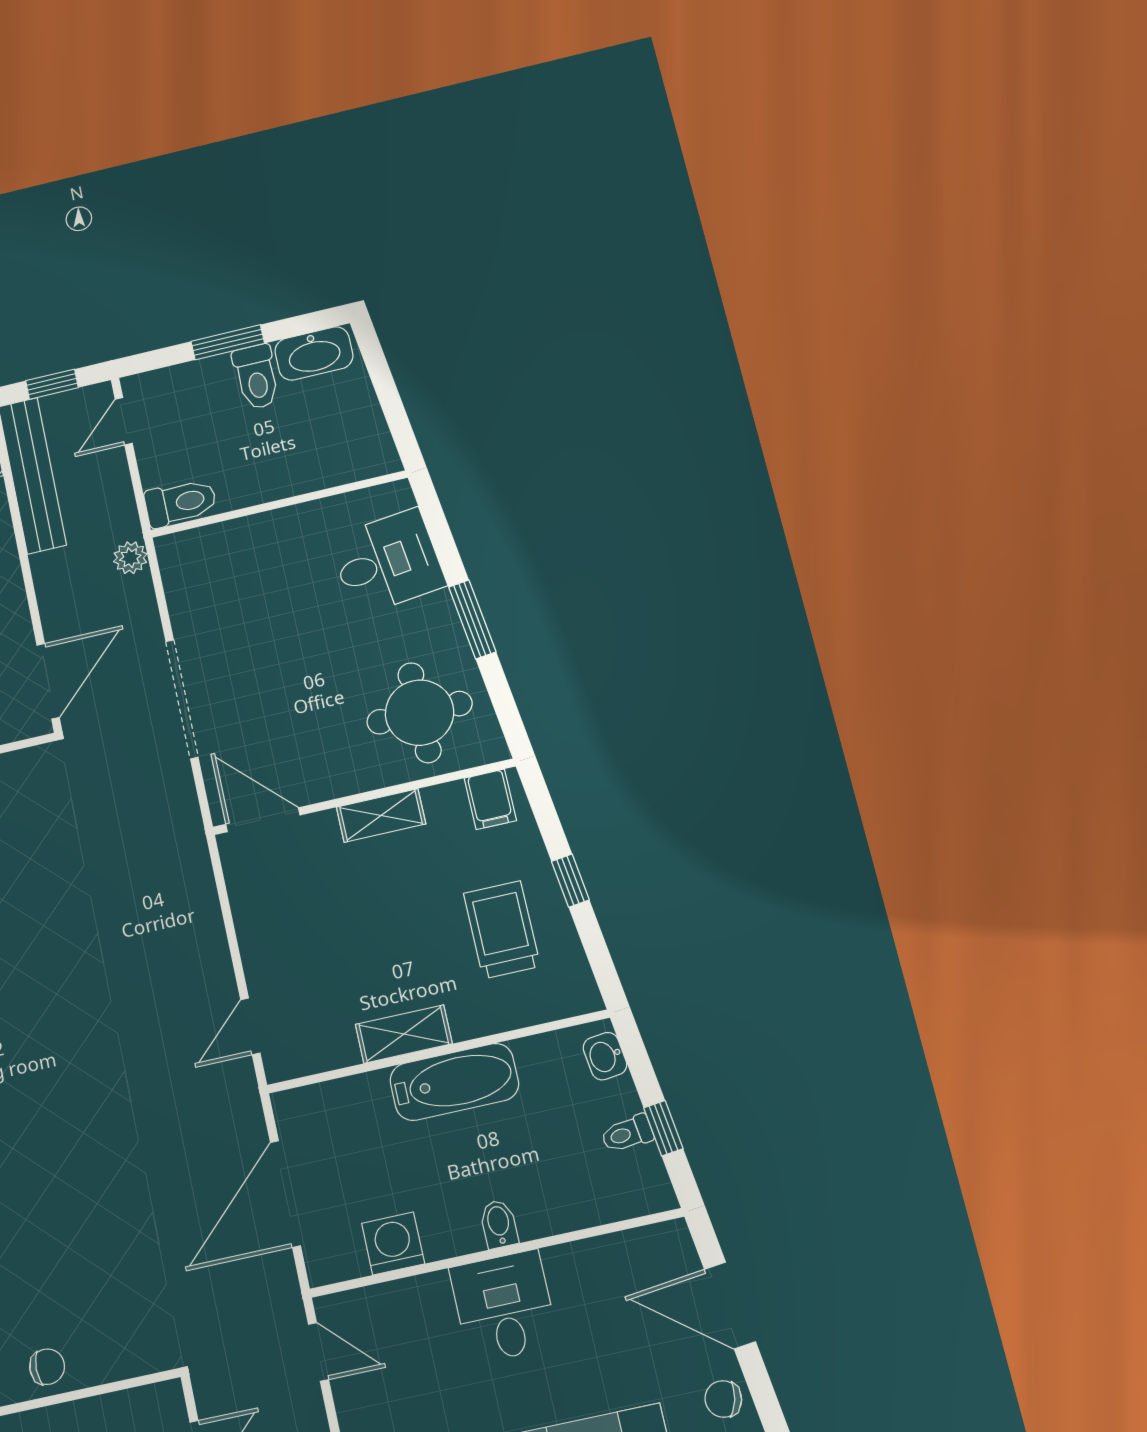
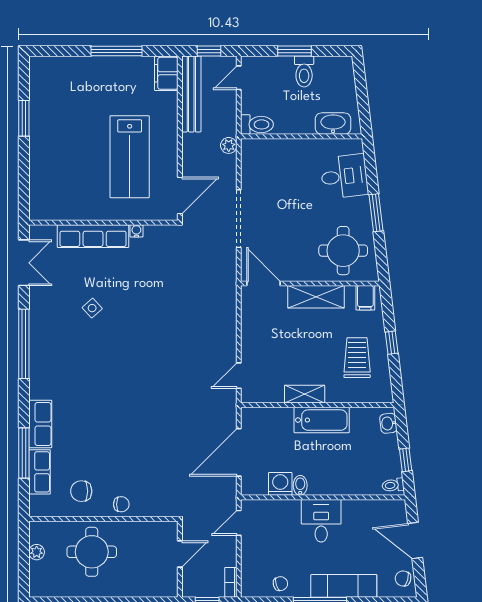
washbasin: (314, 353) -> (333, 124), moved, turned 180
shelving: (381, 816) -> (316, 297), width x1.50, depth x1.33
toilet: (627, 1134) -> (393, 485), moved
bidet: (499, 1224) -> (300, 485), moved
door: (318, 1352) -> (239, 523), swing flipped

